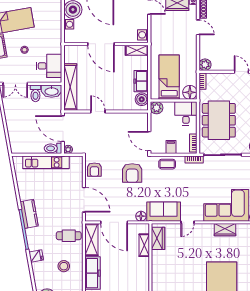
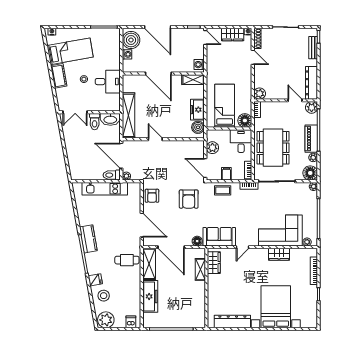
desk: (49, 66) -> (108, 82), moved
plant: (157, 108) -> (212, 148), moved
stool: (64, 266) -> (104, 296), moved

